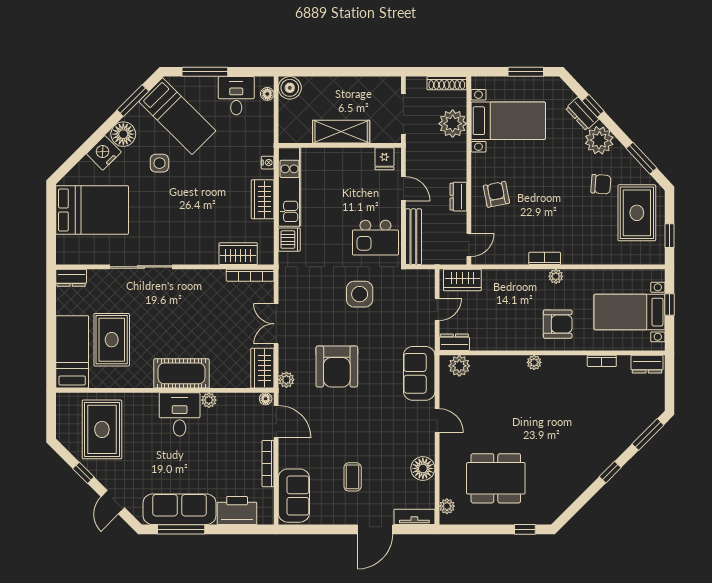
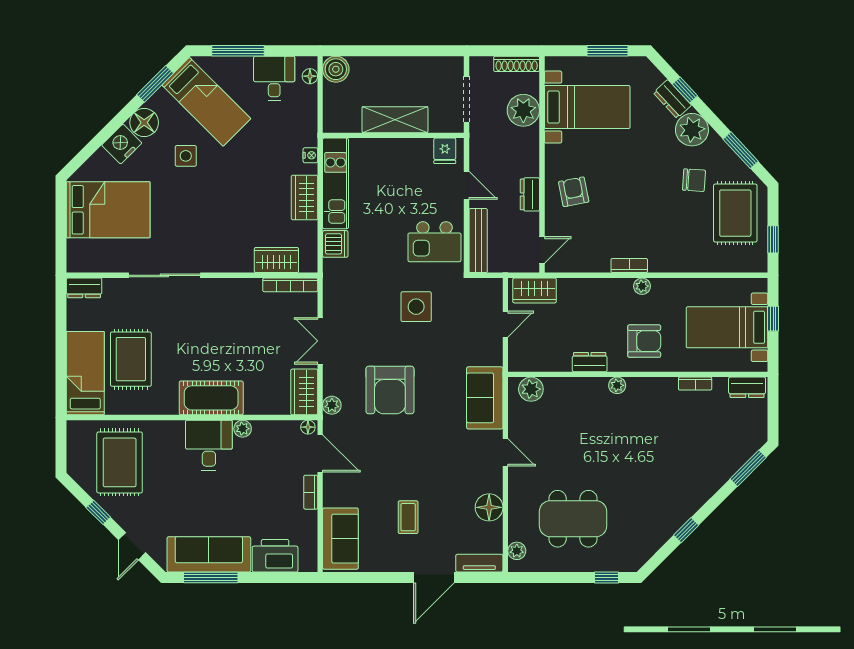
dresser: (454, 342) -> (590, 362), moved
bookcase: (268, 464) -> (311, 492), width x0.64
window: (610, 472) -> (686, 530), moved

